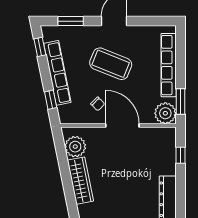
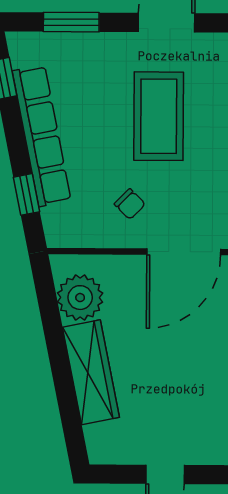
coffee table: (111, 64) -> (159, 116), turned 68
door: (122, 125) -> (184, 252), swing flipped

